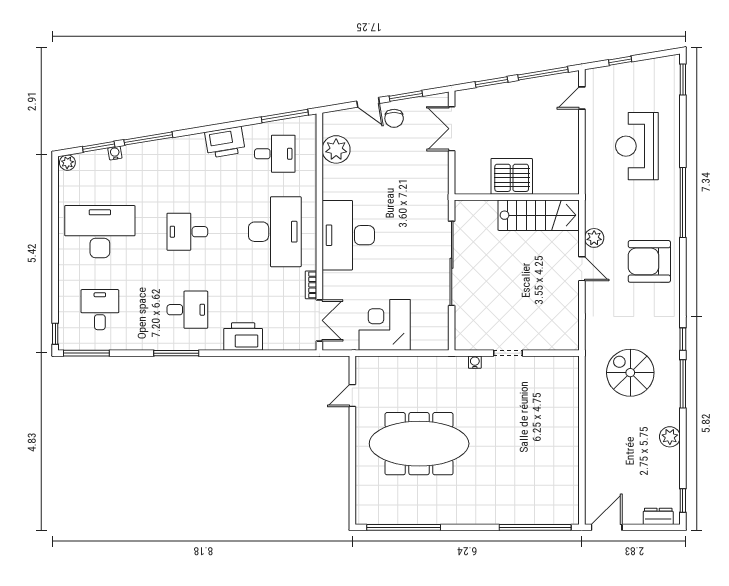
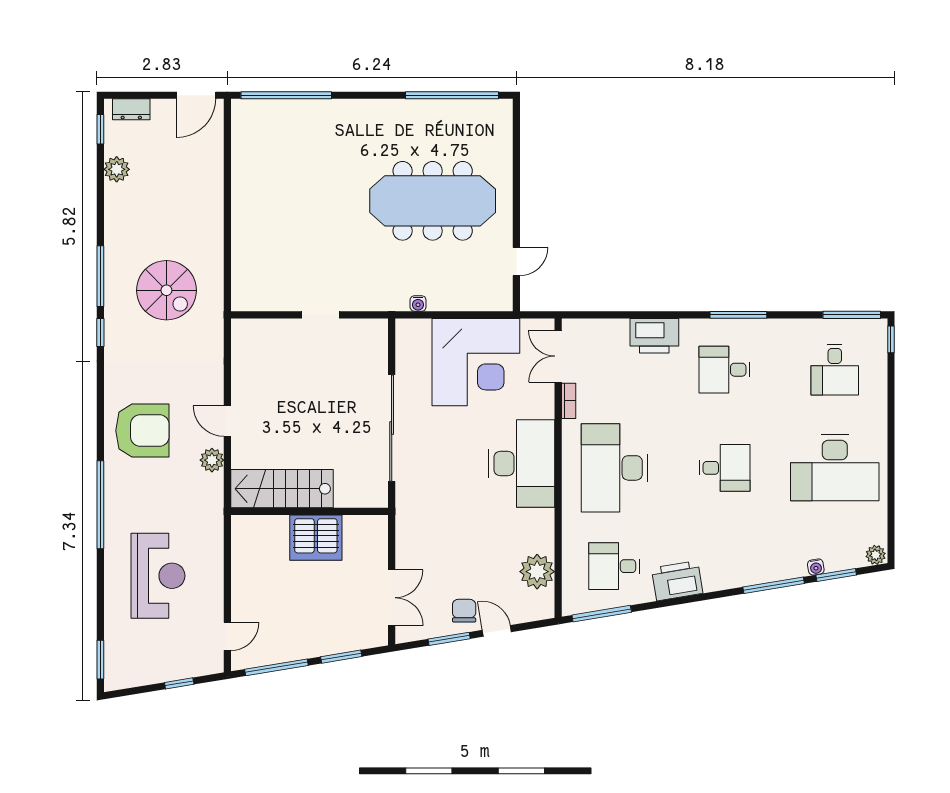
corner desk: (385, 325) -> (476, 362), width x1.36, depth x1.36
water cooler: (475, 362) -> (418, 304), moved
plant: (670, 437) -> (117, 169), moved

